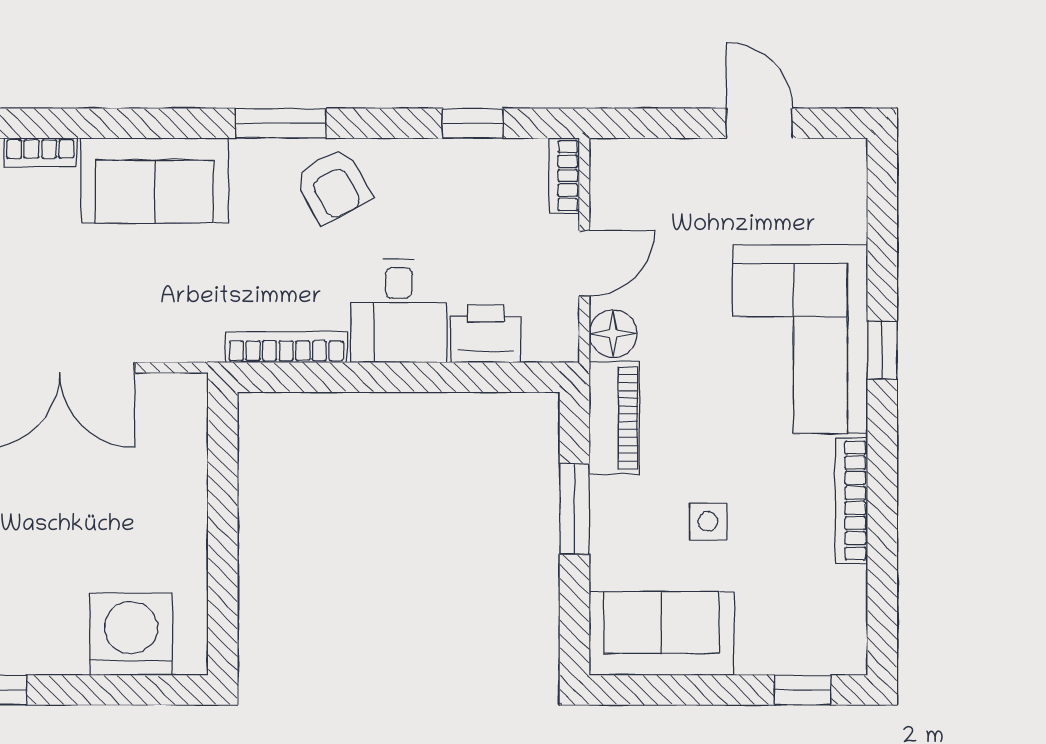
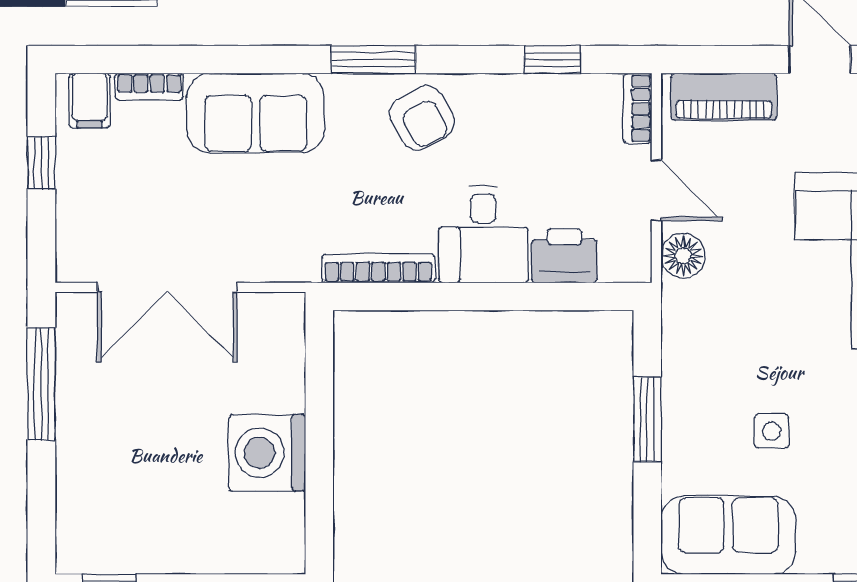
door: (584, 264) -> (656, 190), hinge flipped
piano: (614, 418) -> (724, 97), moved, turned 90
washing machine: (131, 634) -> (267, 453), moved, turned -90

